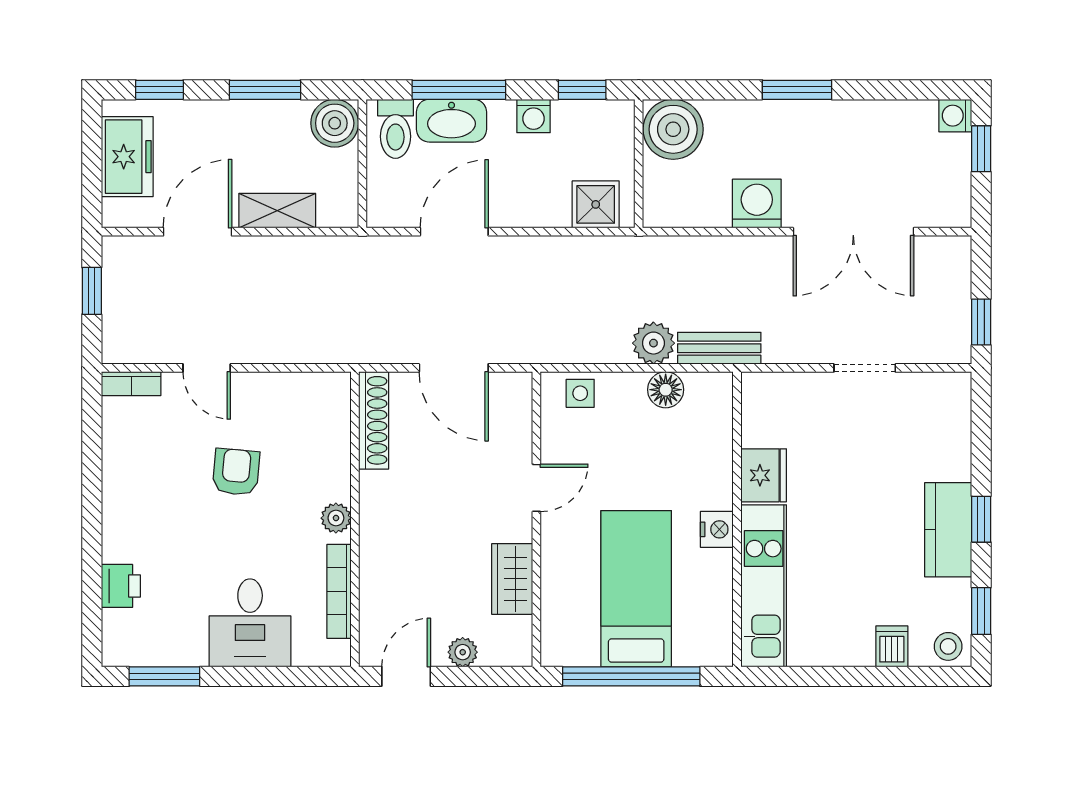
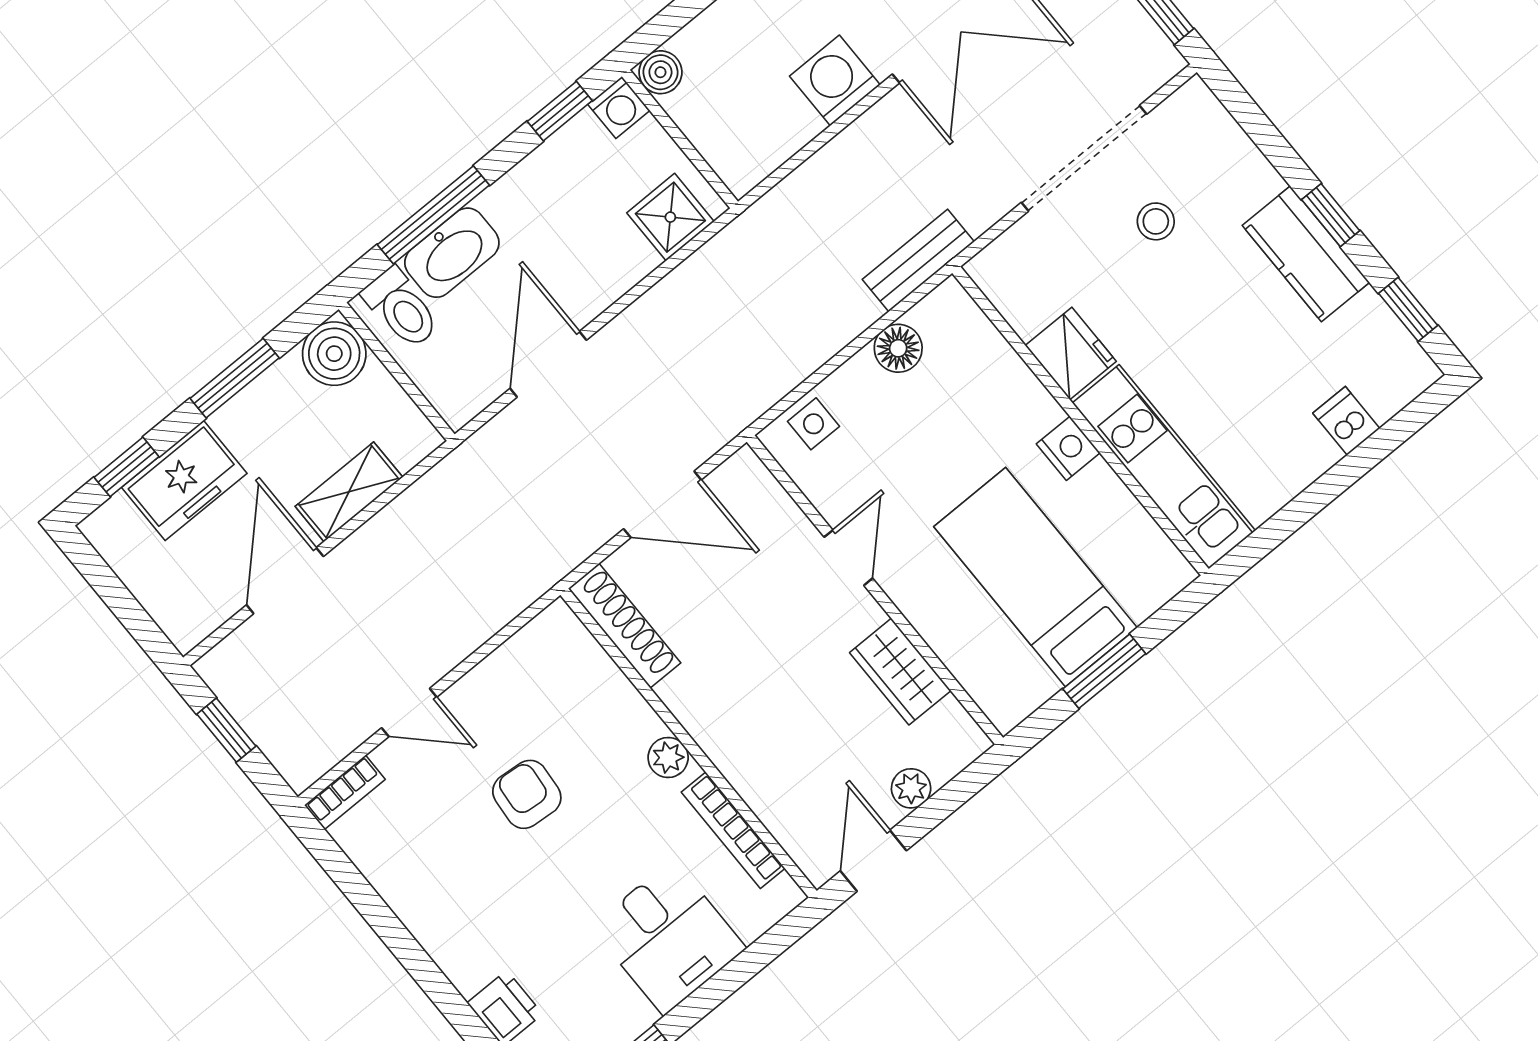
washing machine: (533, 116) -> (619, 107), moved
boiler: (673, 129) -> (660, 72), width x0.54, depth x0.54
freezer: (127, 157) -> (184, 480), moved, turned 90
plant: (653, 343) -> (846, 311), removed
doorway: (865, 368) -> (1084, 158), width x1.88
stool: (948, 646) -> (1156, 221), moved
window: (631, 676) -> (1104, 671), width x0.47

